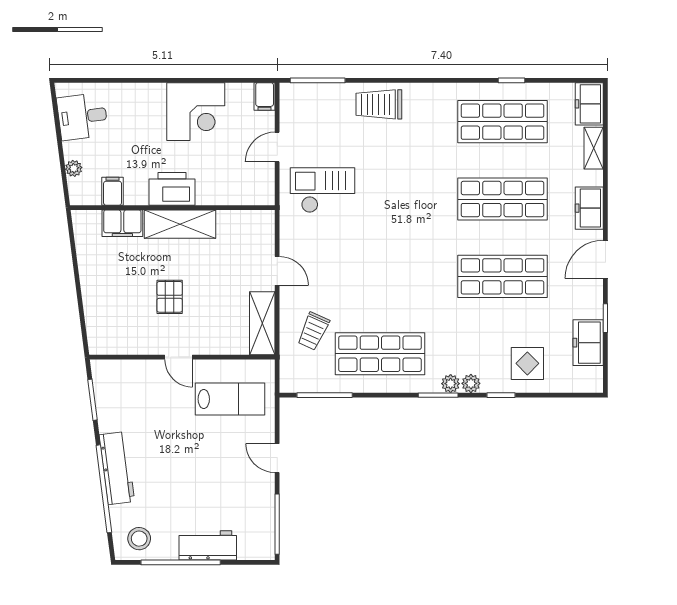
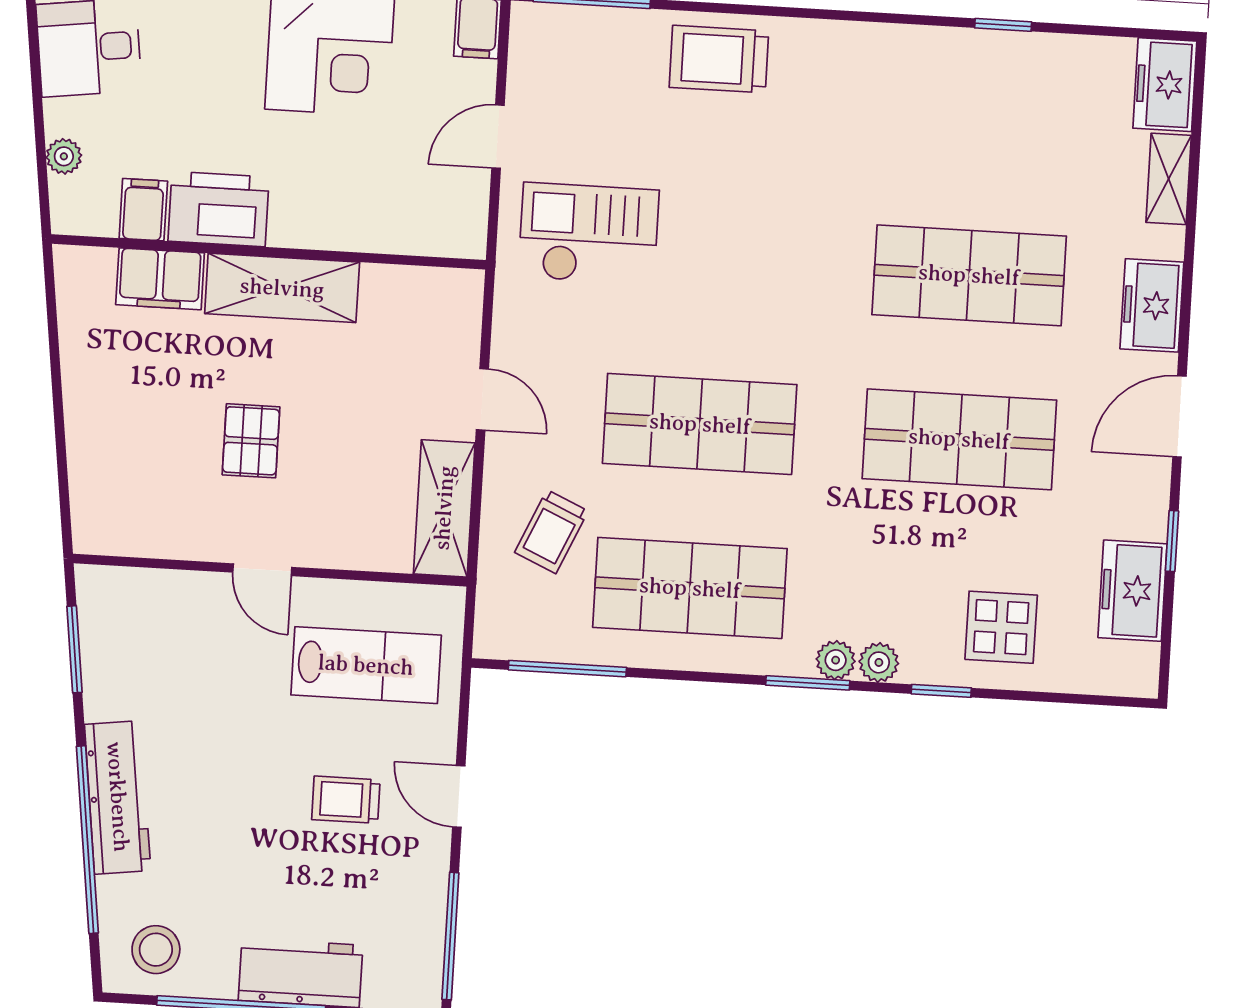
shop shelf: (502, 122) -> (700, 424), moved
printer: (172, 189) -> (219, 209), moved
trolley: (224, 463) -> (346, 800), added

